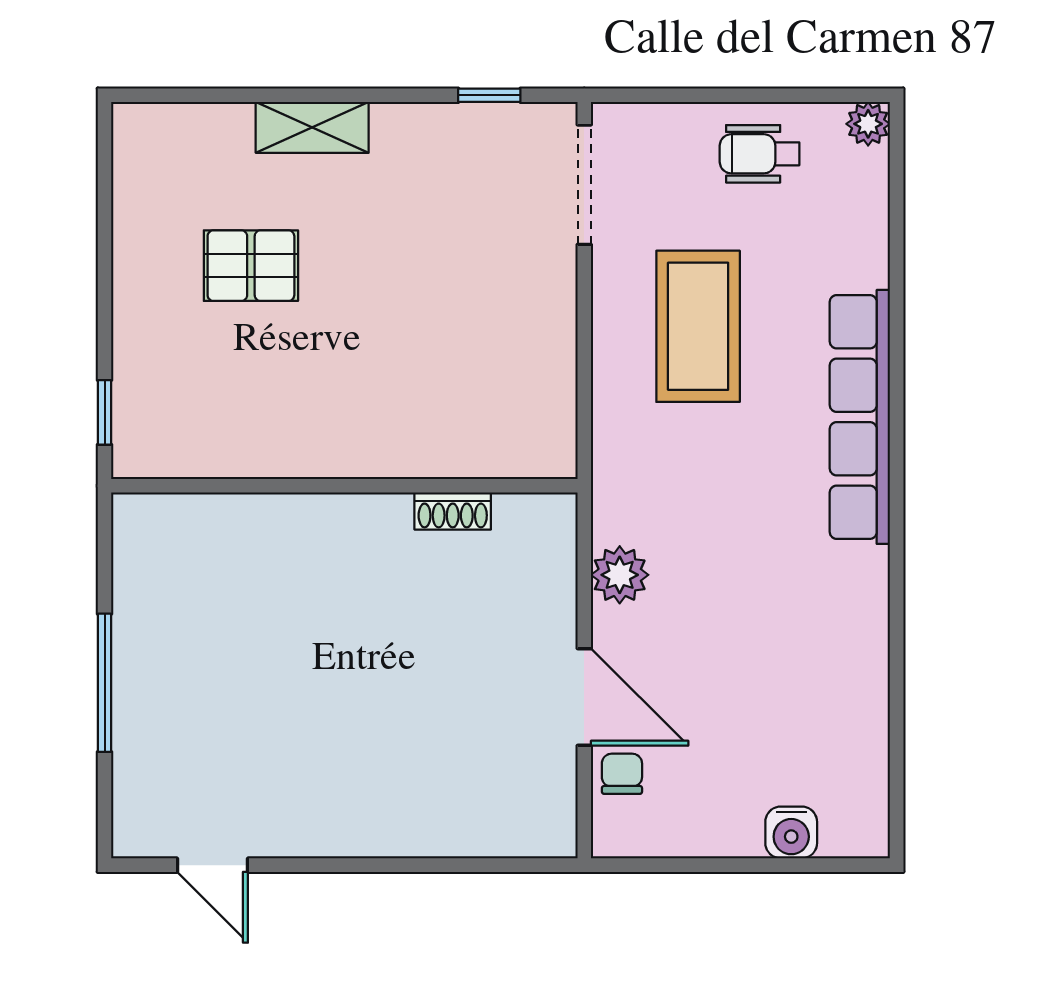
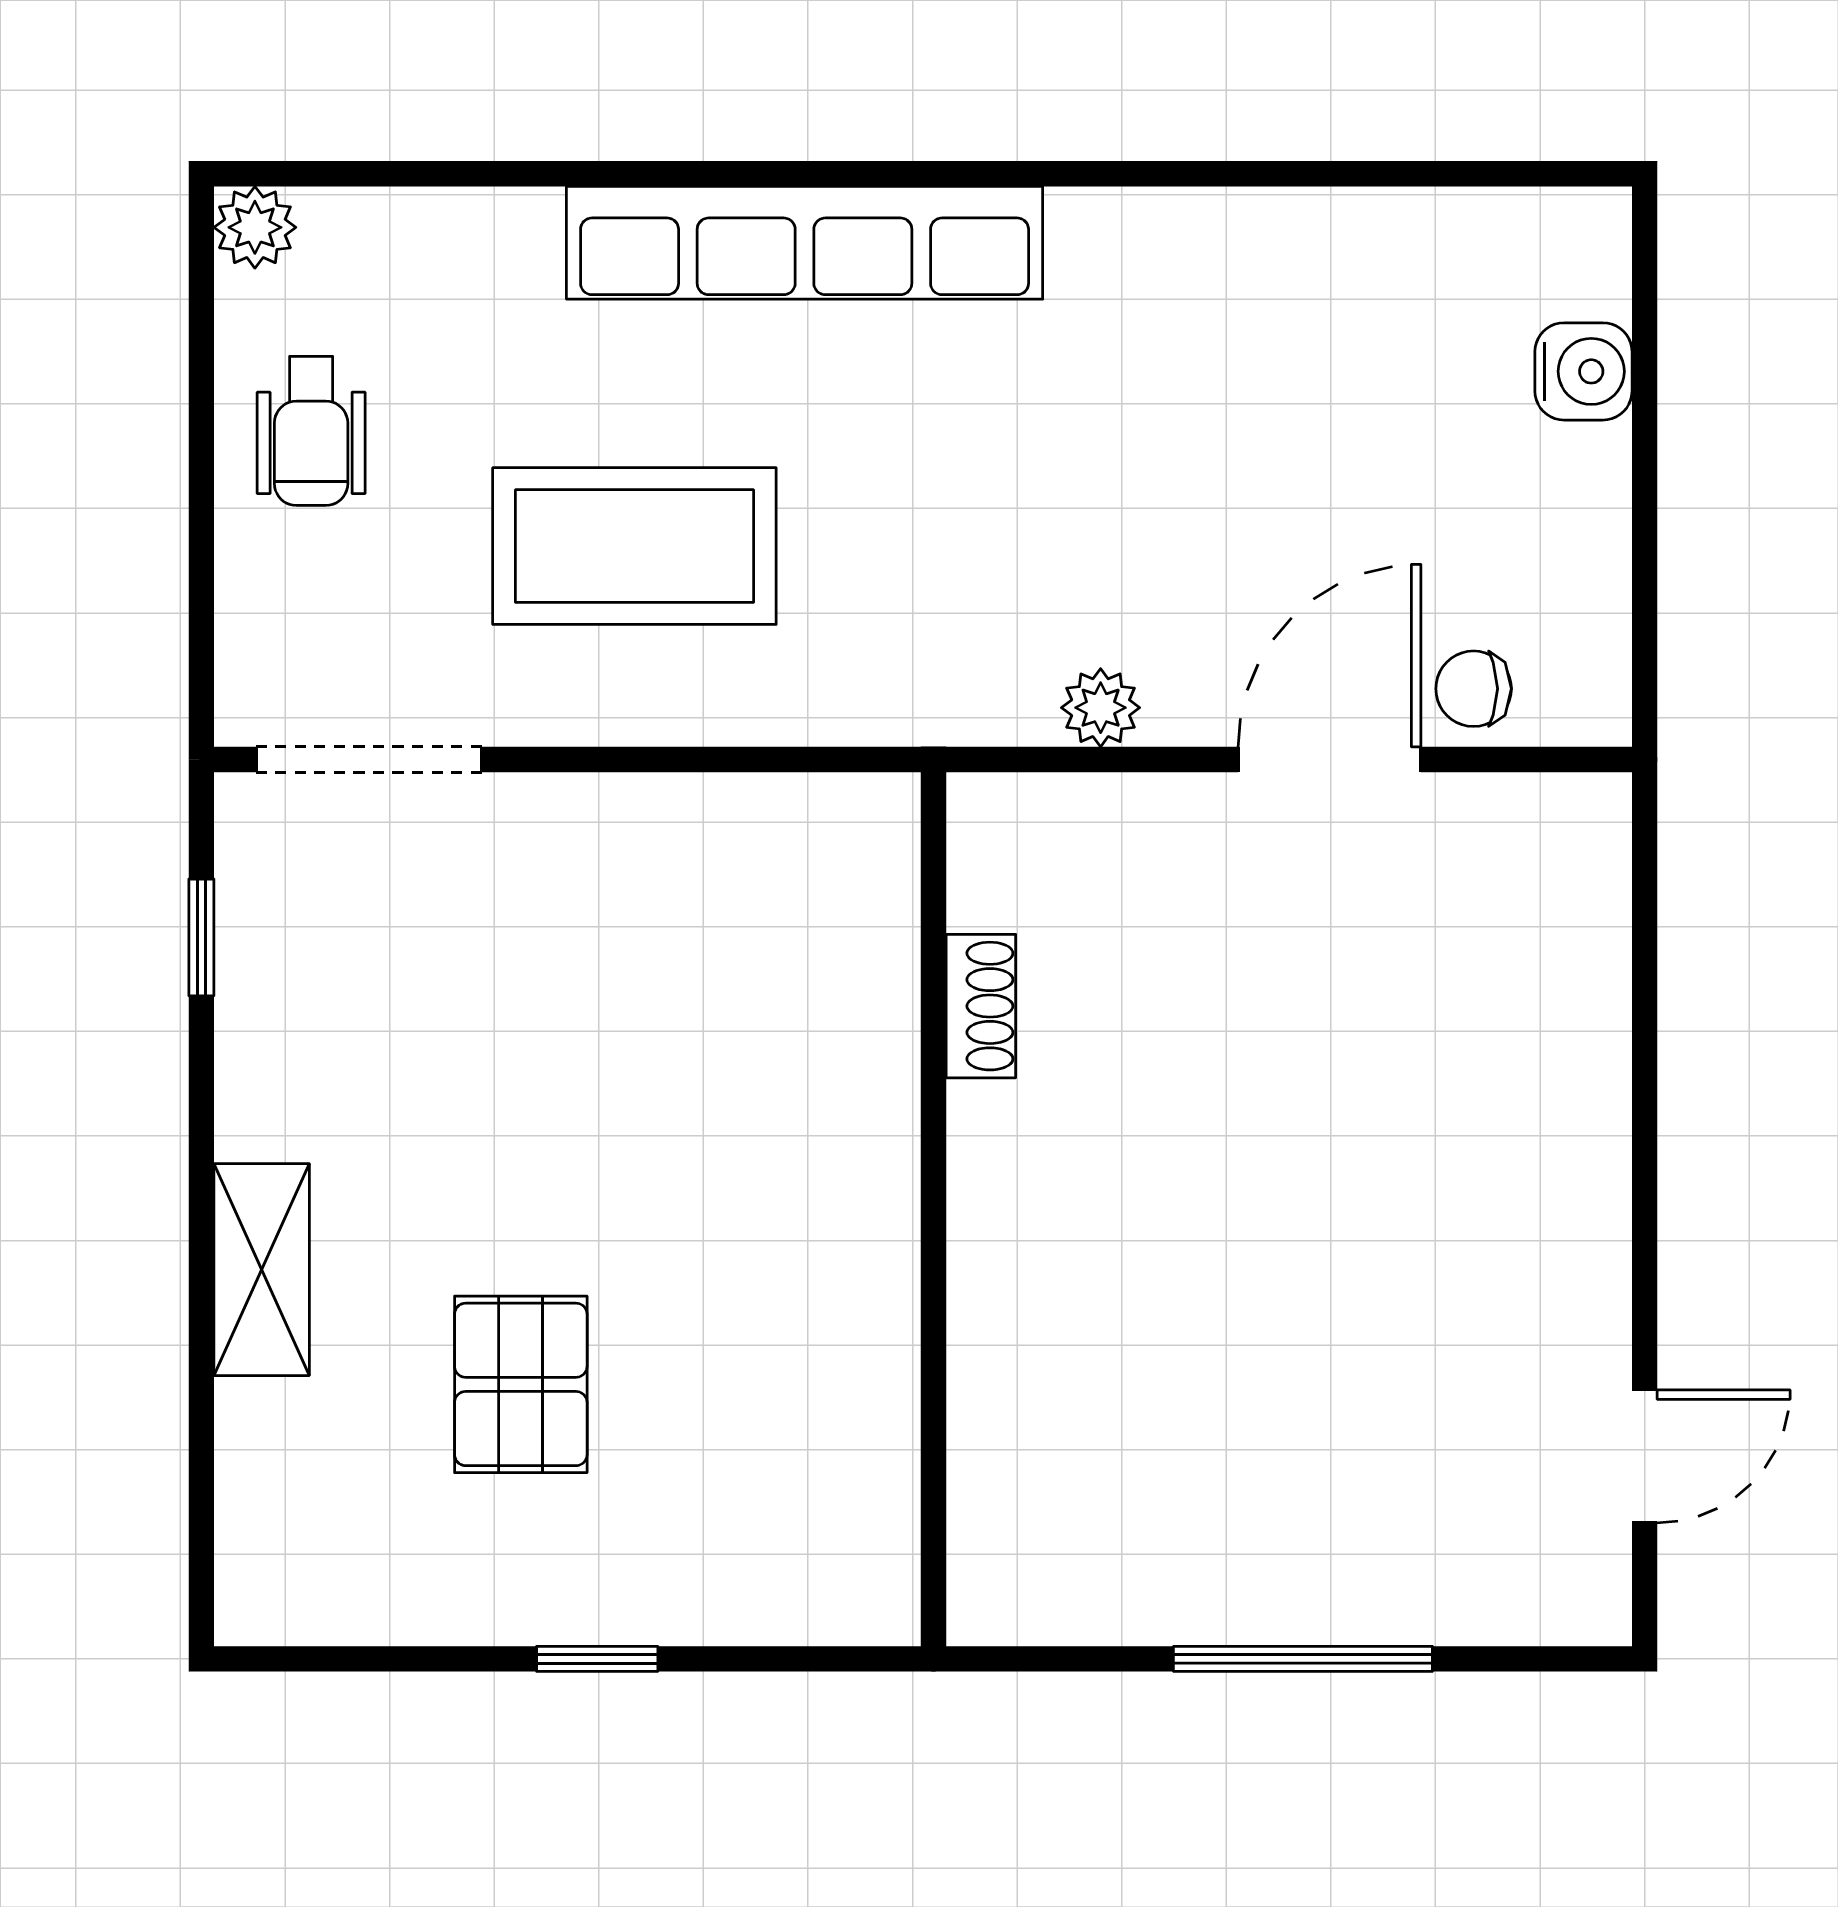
window: (105, 412) -> (597, 1659), moved
plant: (620, 575) -> (1101, 708), width x0.73, depth x0.73

